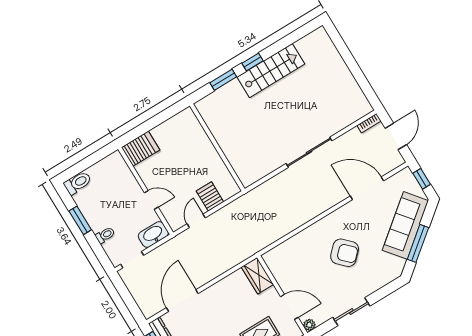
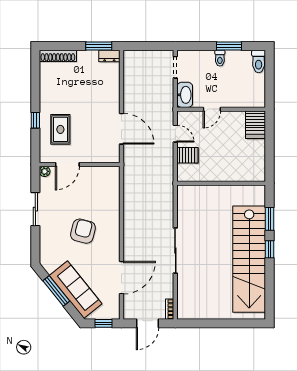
stairs: (271, 71) -> (249, 259), width x1.86, depth x1.51
door: (396, 136) -> (147, 323), hinge flipped
toilet: (105, 235) -> (220, 58), moved
armchair: (345, 253) -> (83, 231), turned 149
wardrobe: (257, 276) -> (106, 155), removed
door: (182, 301) -> (121, 129), moved

